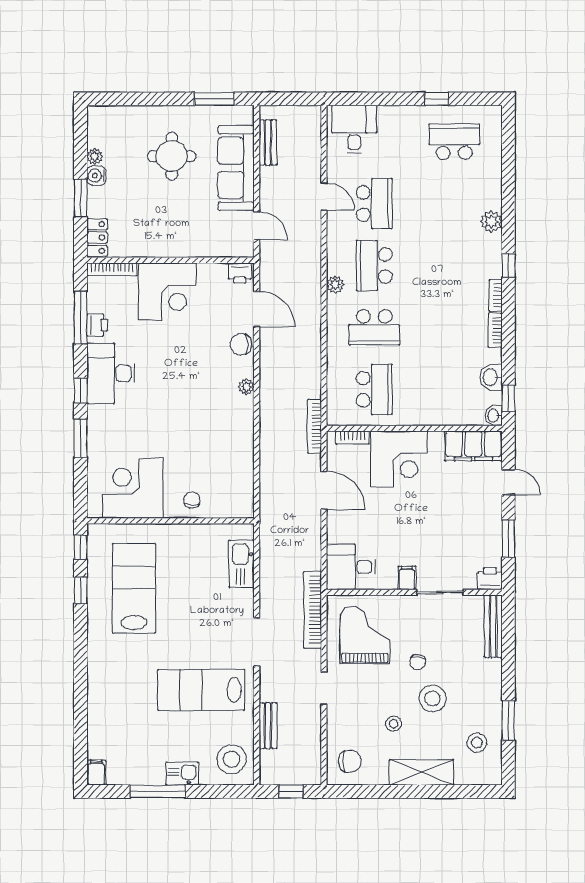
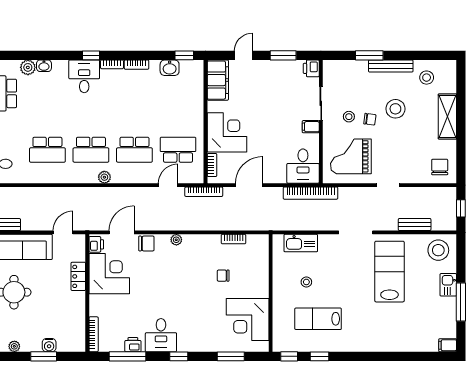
water cooler: (96, 176) -> (49, 345), moved
door: (324, 197) -> (168, 185), moved
school desk: (374, 204) -> (47, 150), turned 180
plant: (491, 222) -> (28, 67), moved
locker: (97, 238) -> (78, 276), moved, turned -90
desk: (479, 256) -> (84, 76), added
corner desk: (167, 291) -> (109, 274), moved
school desk: (374, 327) -> (134, 150), turned 90
chair: (241, 344) -> (146, 243), turned -90
desk: (111, 373) -> (161, 335), width x0.73
washbasin: (494, 415) -> (44, 66), moved
window: (81, 438) -> (231, 356), moved
bookcase: (247, 468) -> (233, 239), added
chair: (192, 500) -> (223, 276), moved
stool: (186, 572) -> (306, 282), added
lab bench: (134, 588) -> (318, 319), width x0.73, depth x0.72
bookcase: (313, 610) -> (311, 193), moved
bench: (493, 626) -> (391, 66), moved
lab bench: (201, 690) -> (389, 272), turned 180
window: (508, 720) -> (369, 55), moved
stool: (394, 724) -> (349, 117), moved

